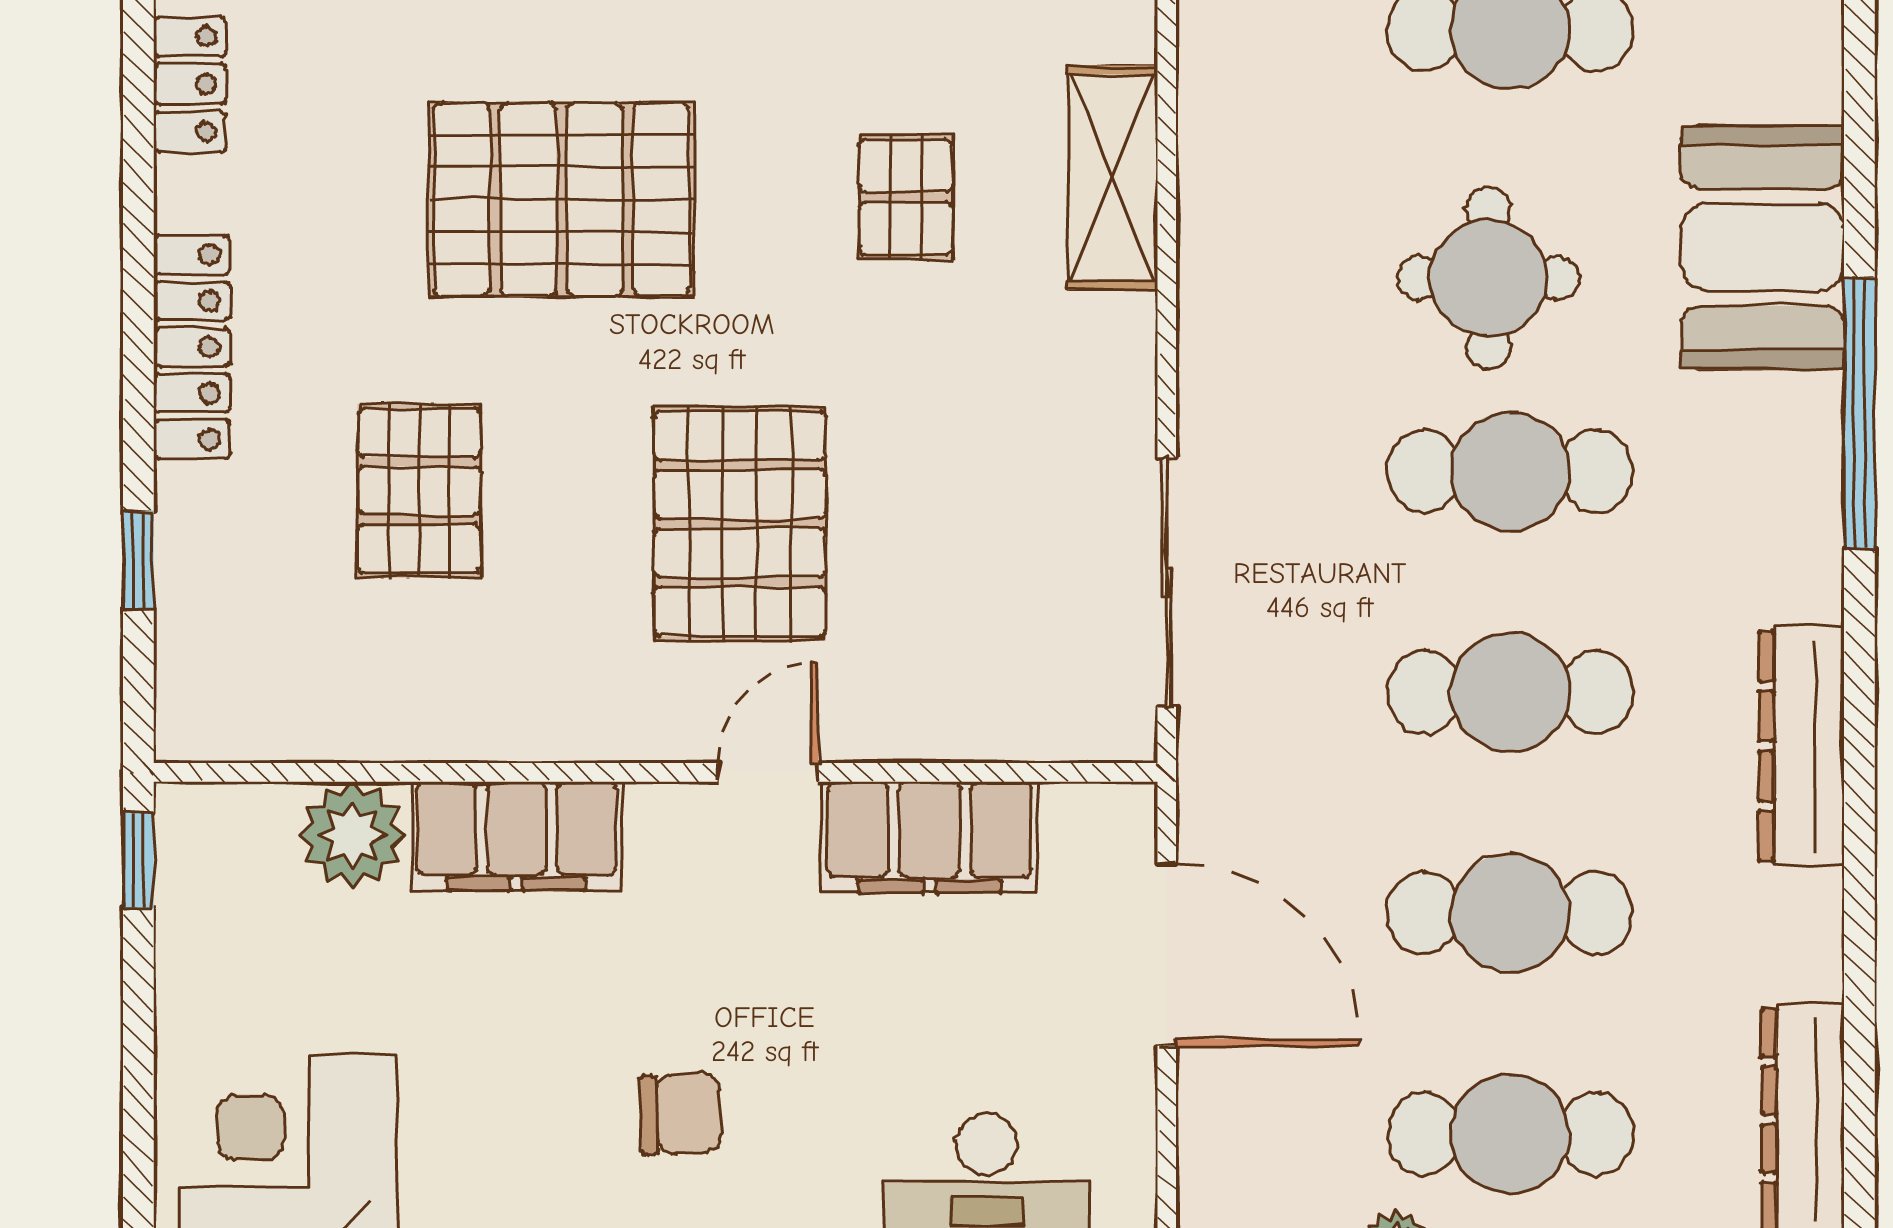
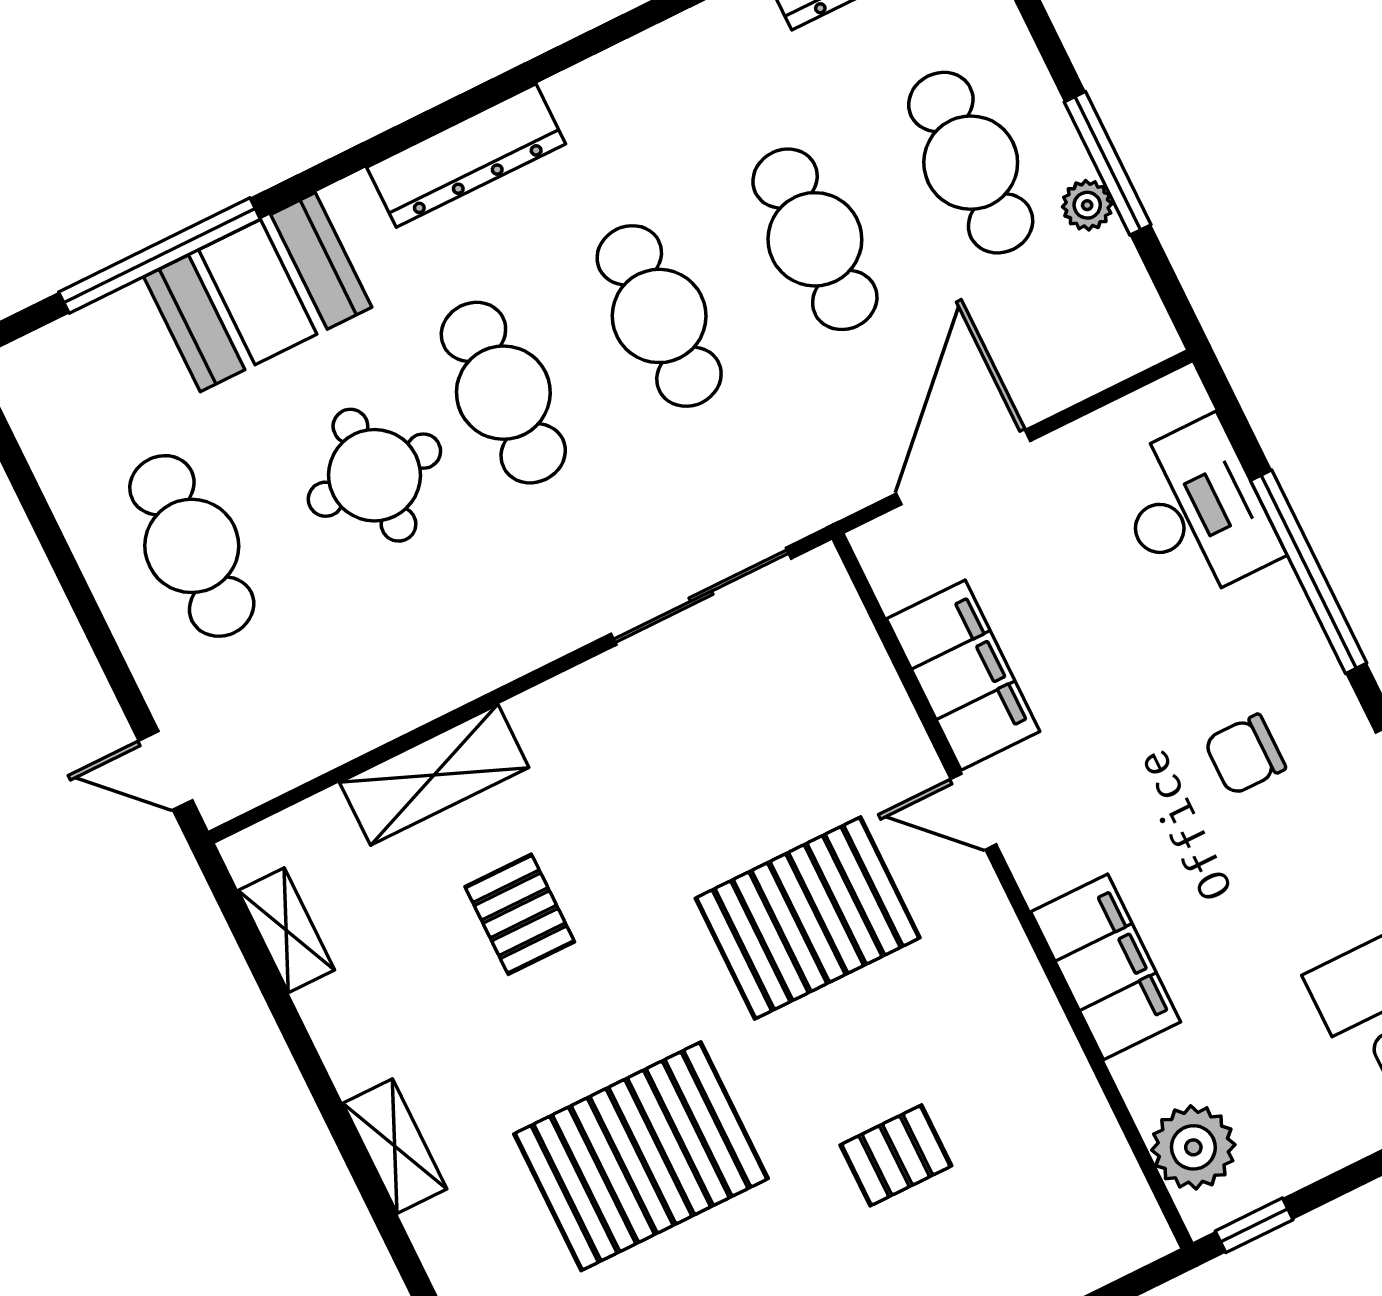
pallet: (906, 197) -> (520, 914), turned 90
pallet: (561, 199) -> (641, 1156), turned 90
window: (1859, 413) -> (160, 256), moved
pallet: (419, 491) -> (896, 1155), width x0.67, depth x0.71
dresser: (1801, 746) -> (466, 156), moved
plant: (352, 835) -> (1193, 1147), moved
chair: (681, 1114) -> (1245, 755), turned -88

